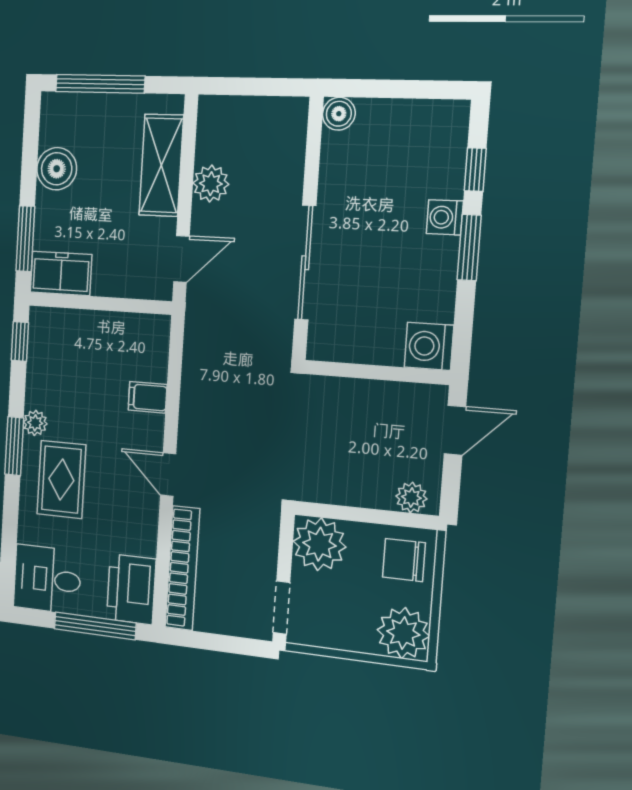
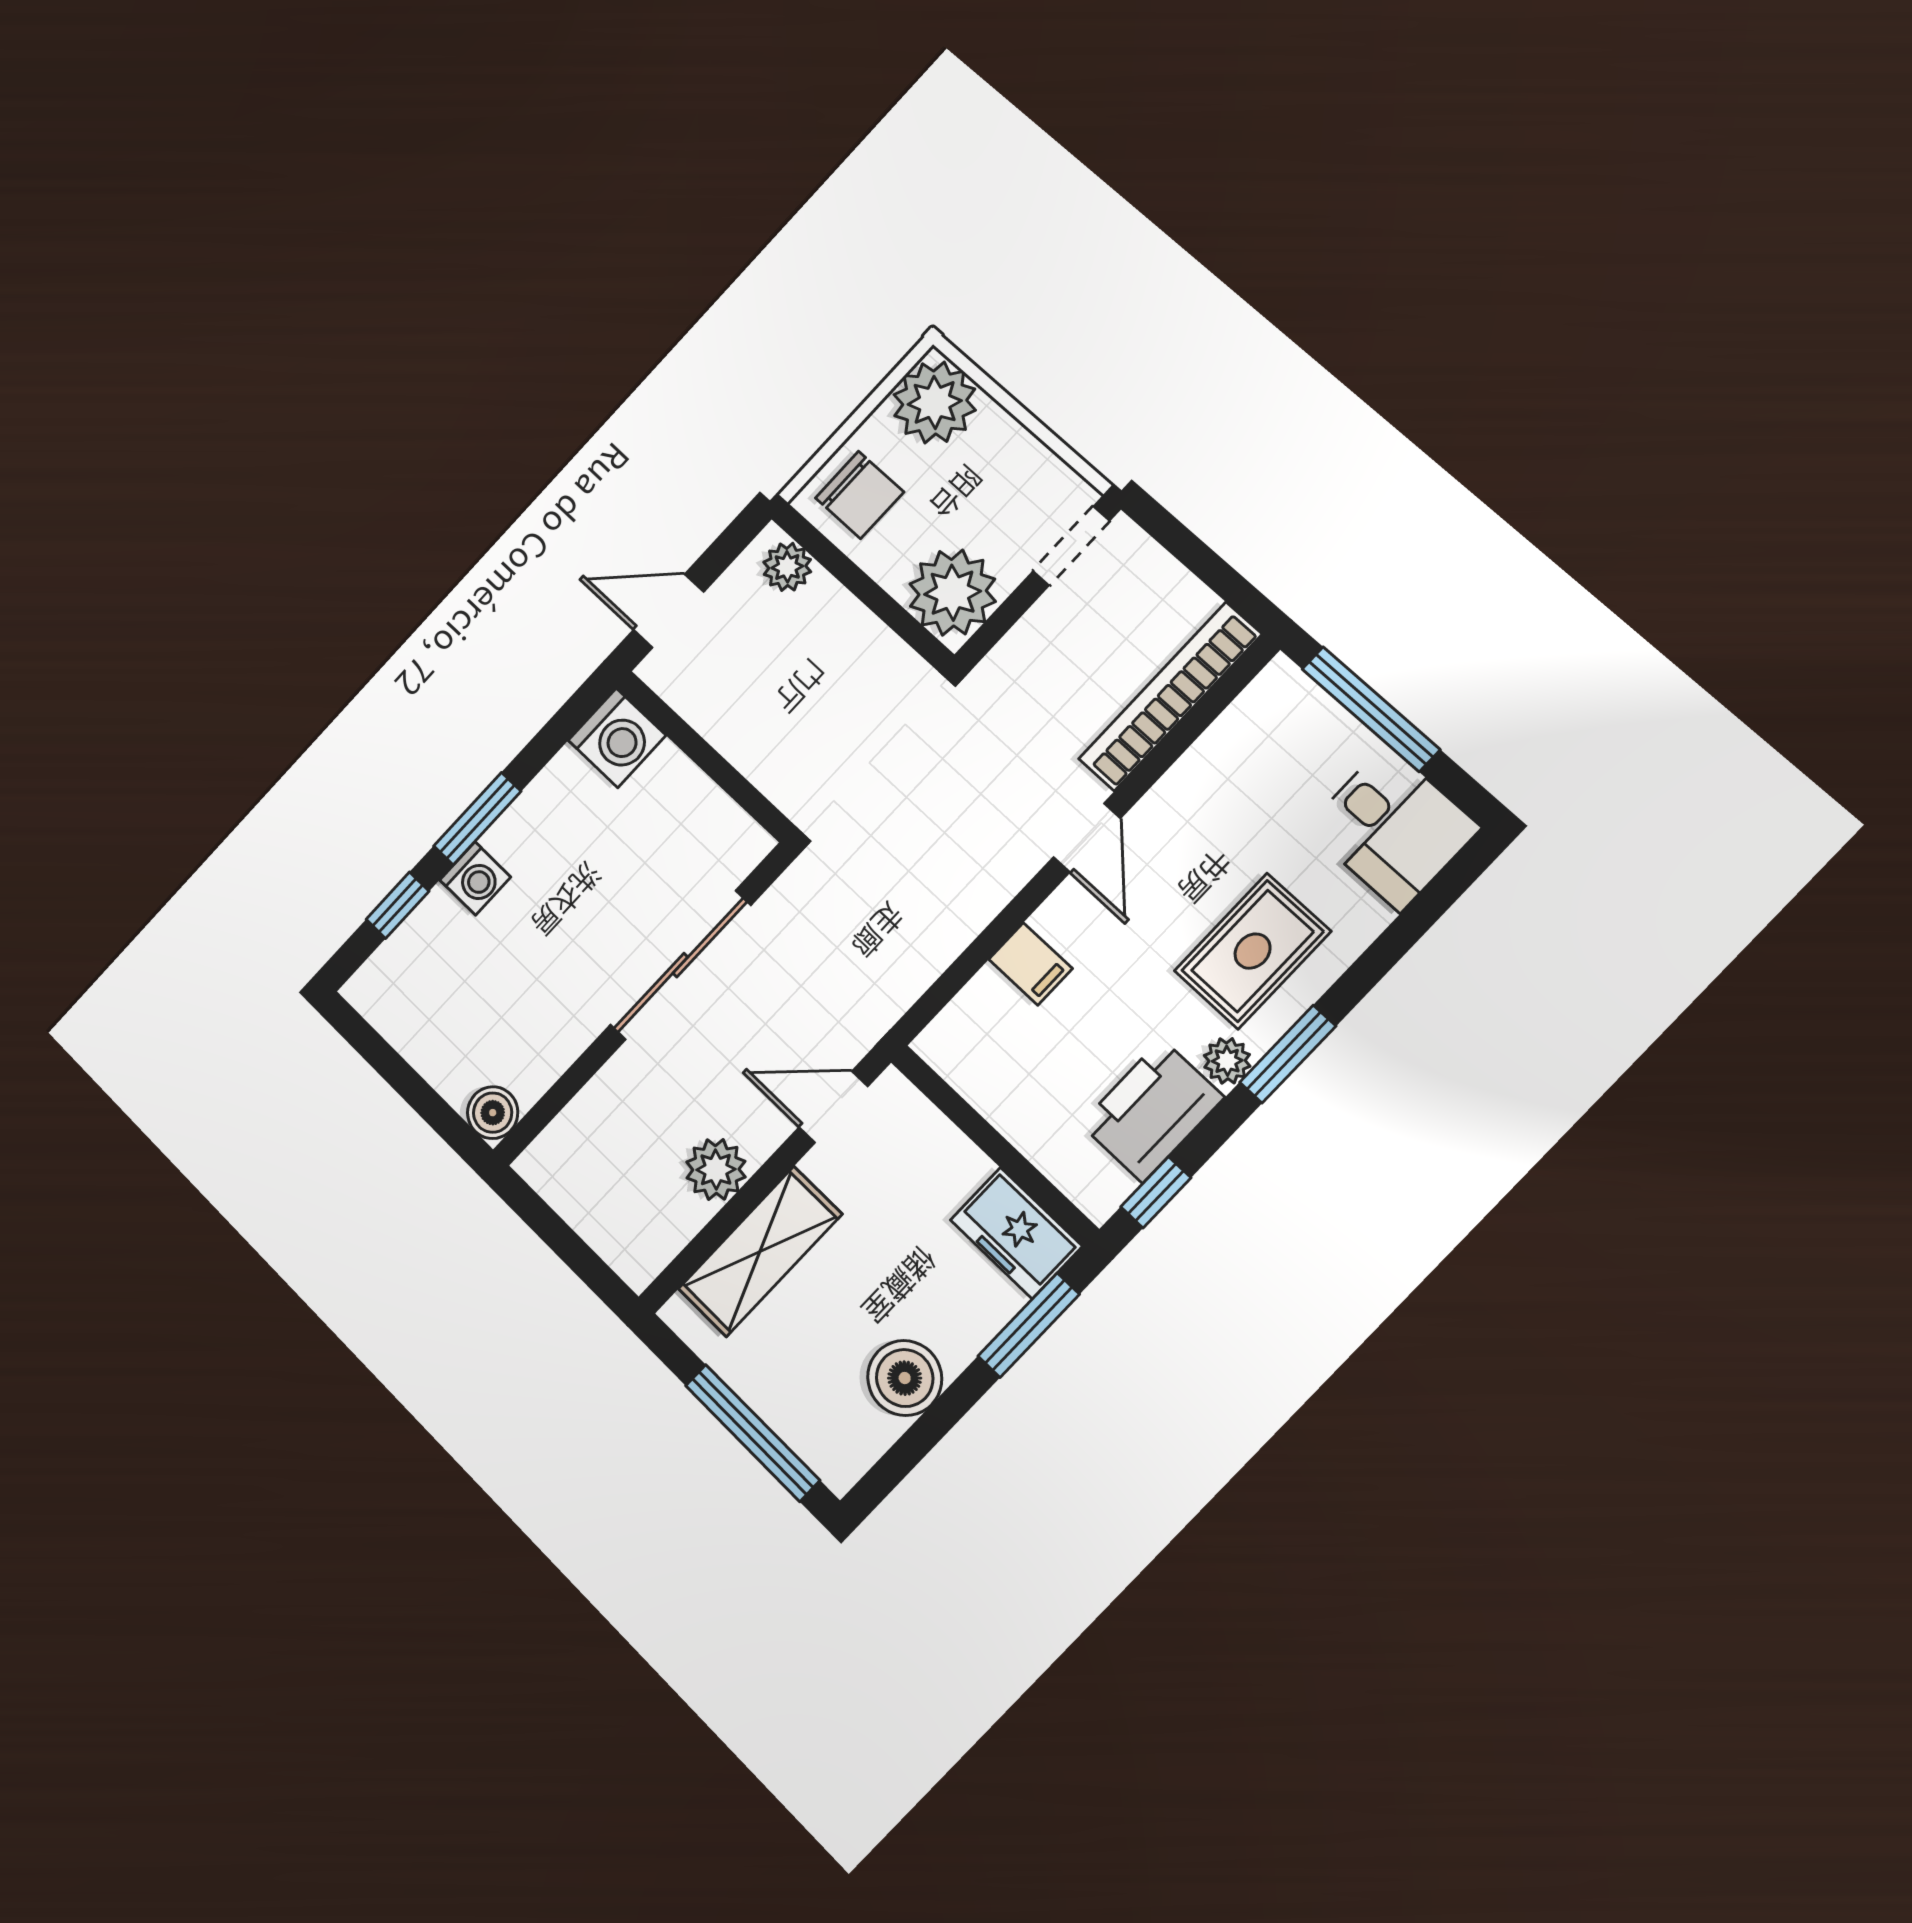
printer: (131, 589) -> (1152, 1111), moved, turned 180

